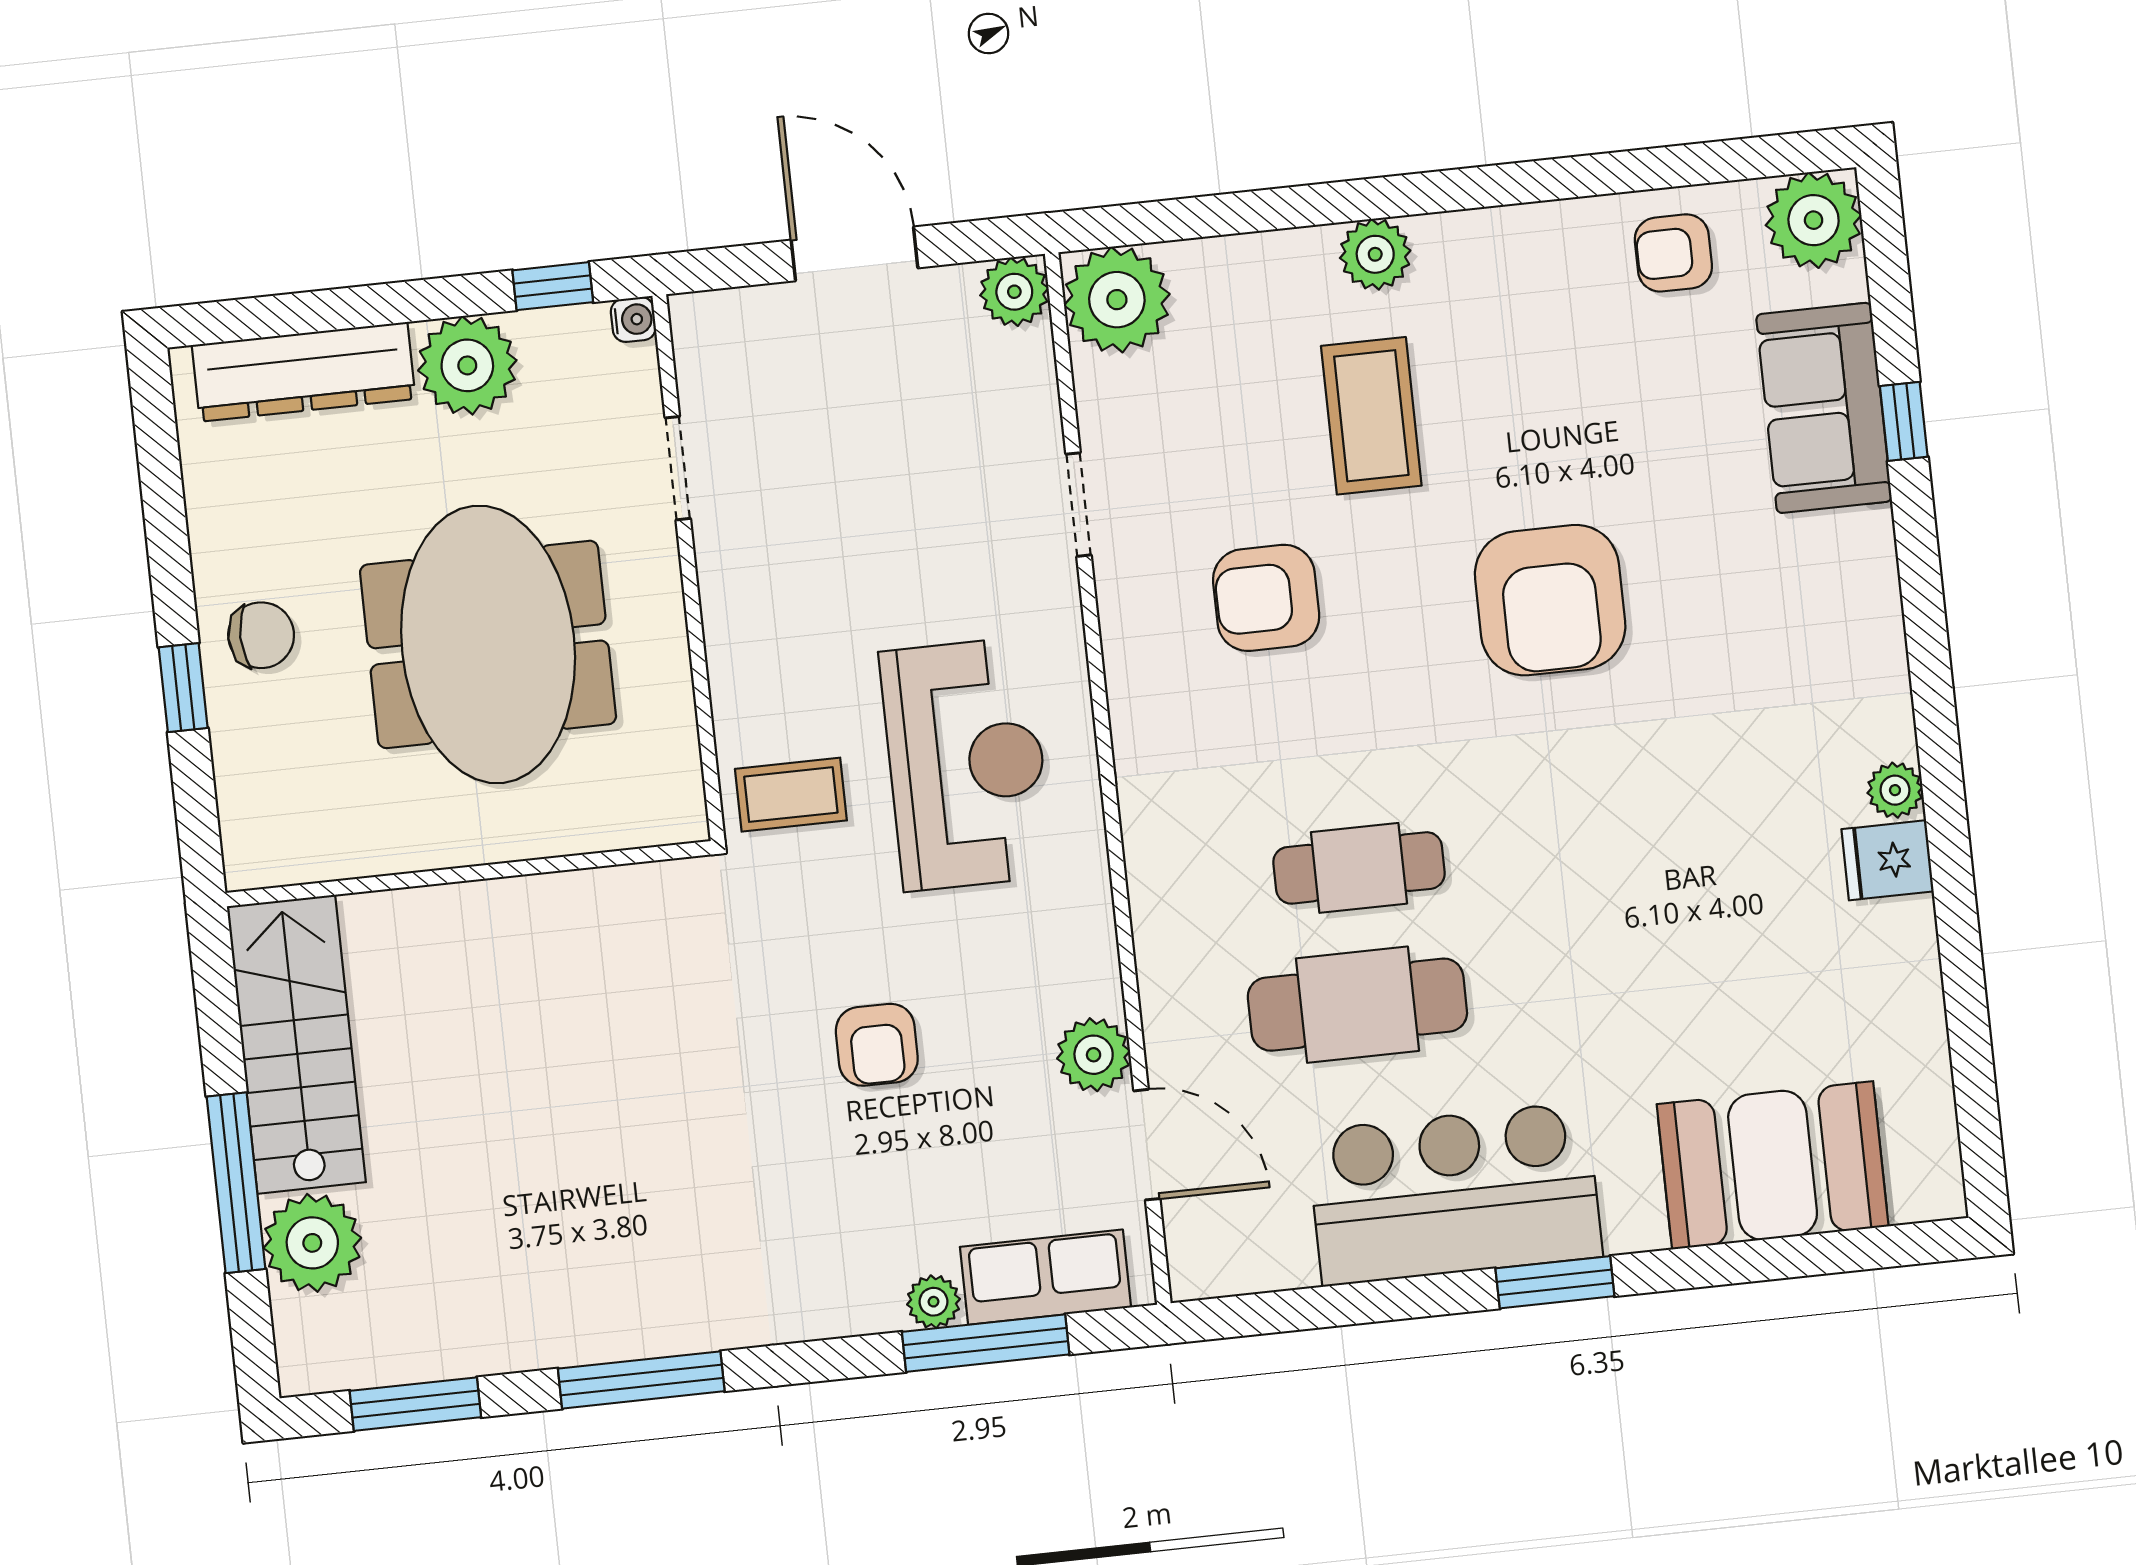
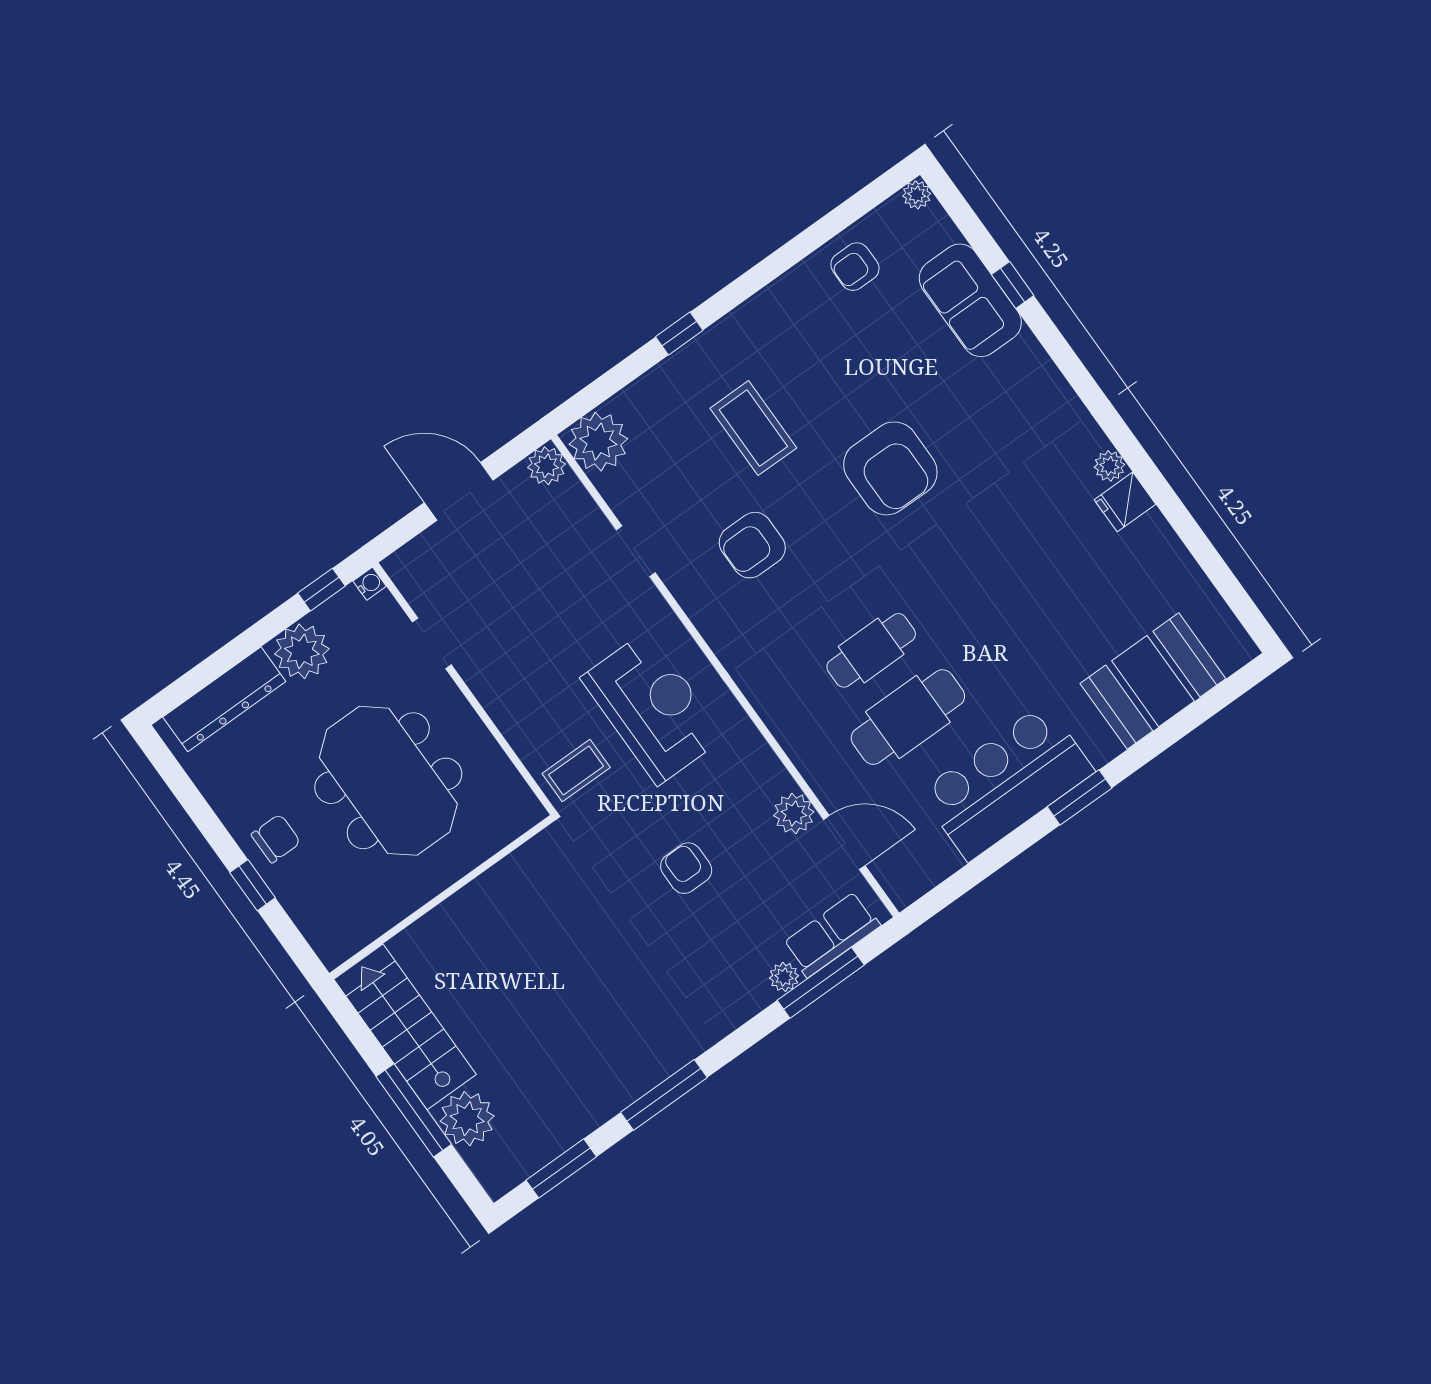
window: (1339, 202) -> (679, 333), added
plant: (1814, 220) -> (917, 195), width x0.53, depth x0.53
plant: (1375, 254) -> (711, 349), removed
armchair: (877, 1045) -> (686, 868), turned 180

